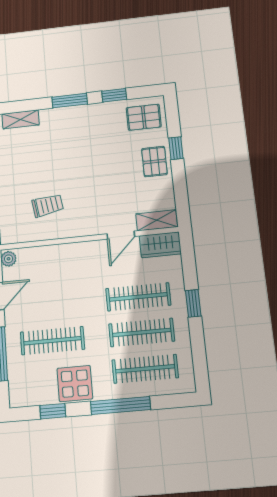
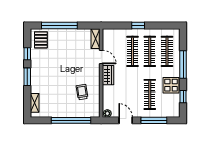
window: (176, 148) -> (59, 25), width x3.17
pallet: (154, 162) -> (65, 37), removed
wardrobe: (160, 245) -> (108, 75), moved

